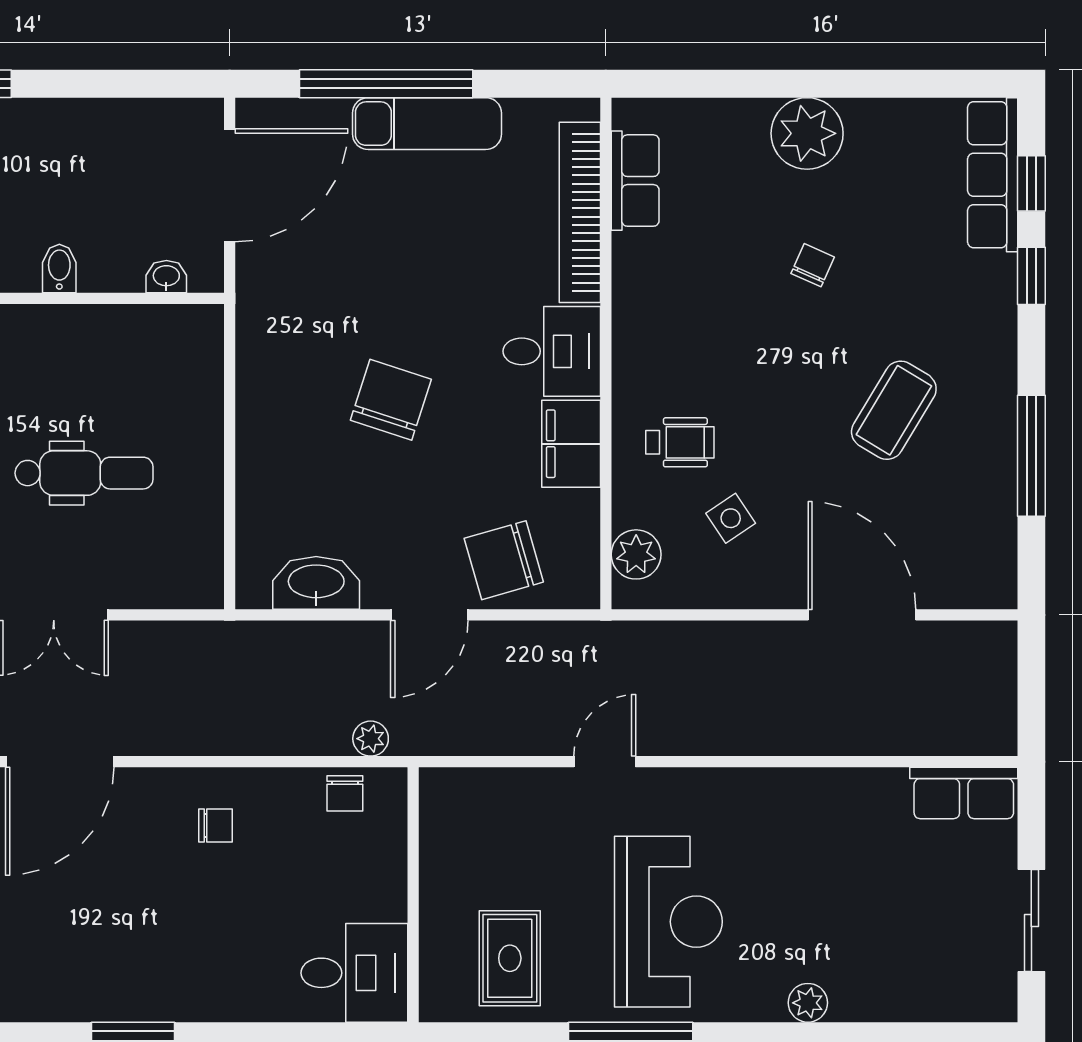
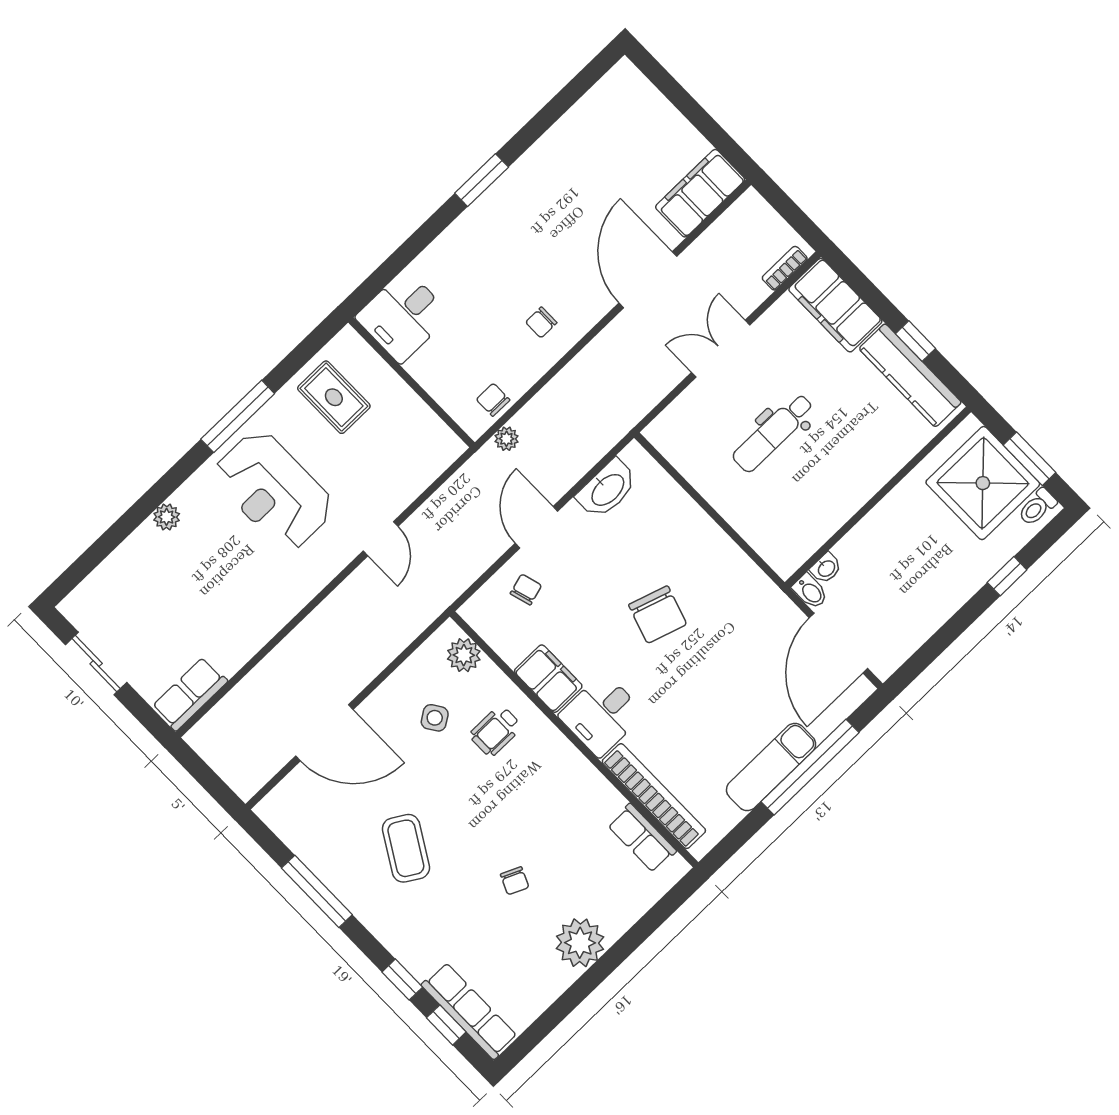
bidet: (59, 268) -> (810, 591), moved
chair: (504, 560) -> (526, 589), width x0.54, depth x0.54

